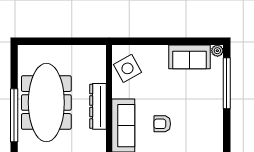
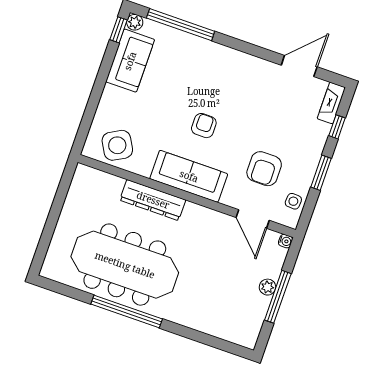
window: (208, 41) -> (118, 30), added
armchair: (162, 124) -> (204, 126), turned 180

